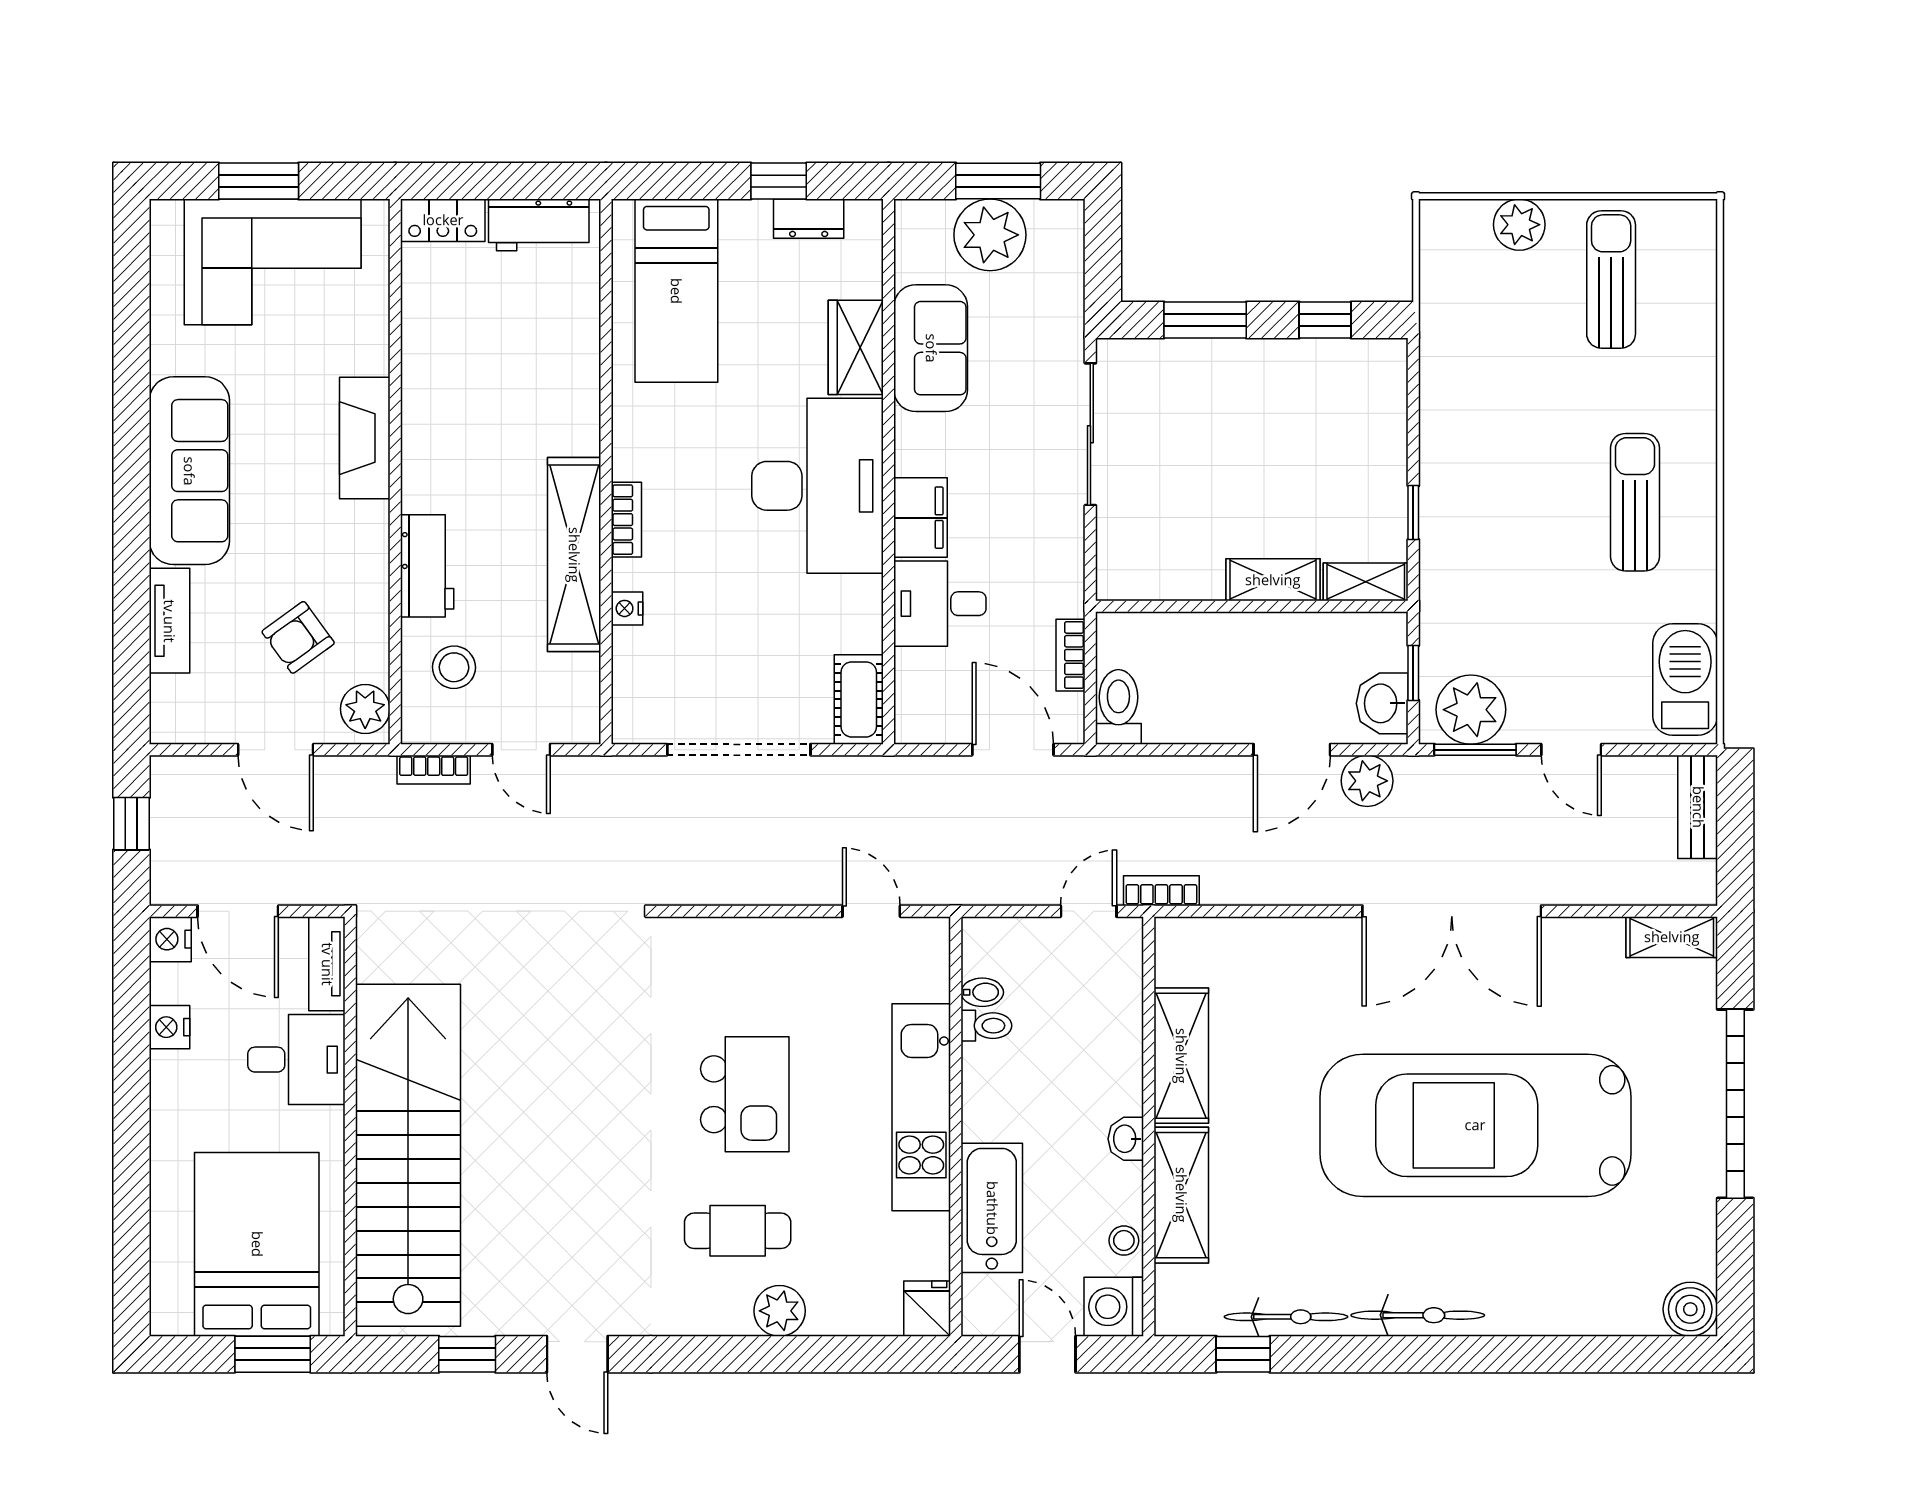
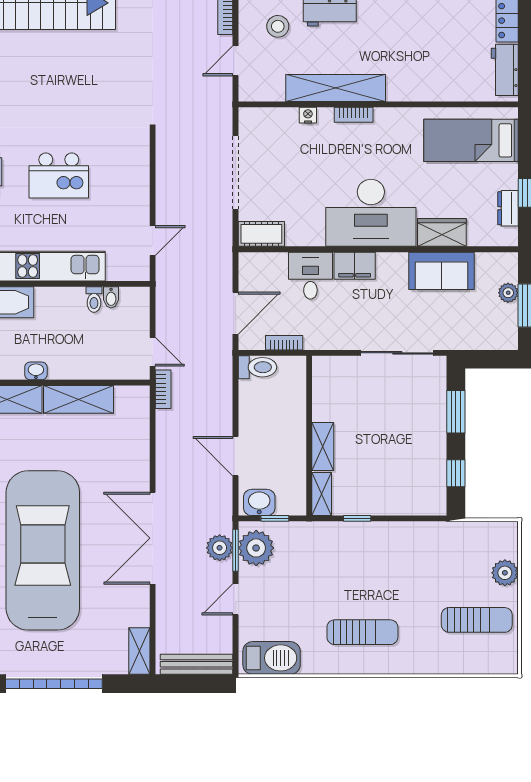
plant: (990, 235) -> (508, 293), width x0.53, depth x0.53
plant: (1367, 781) -> (220, 548), moved
bench: (1698, 807) -> (197, 664), width x1.36

